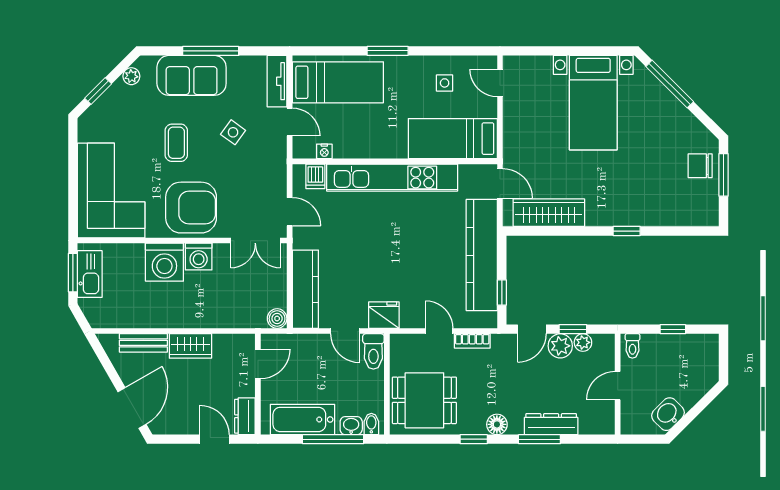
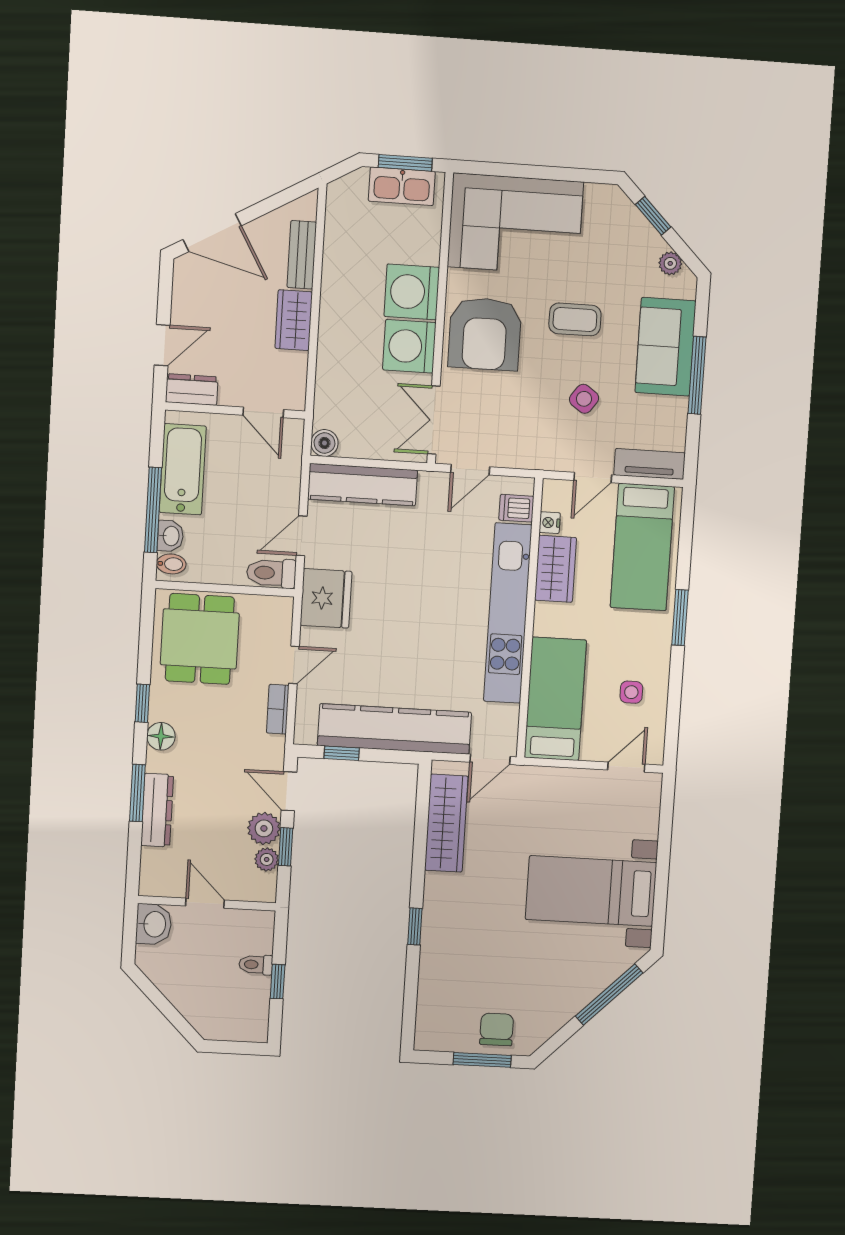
wardrobe: (358, 145) -> (556, 569), added
washing machine: (199, 257) -> (409, 346), width x1.37, depth x1.37
fridge: (384, 315) -> (326, 598), width x1.36, depth x1.34
toilet: (632, 346) -> (256, 965), moved
washbasin: (668, 414) -> (154, 924), moved, turned 45

